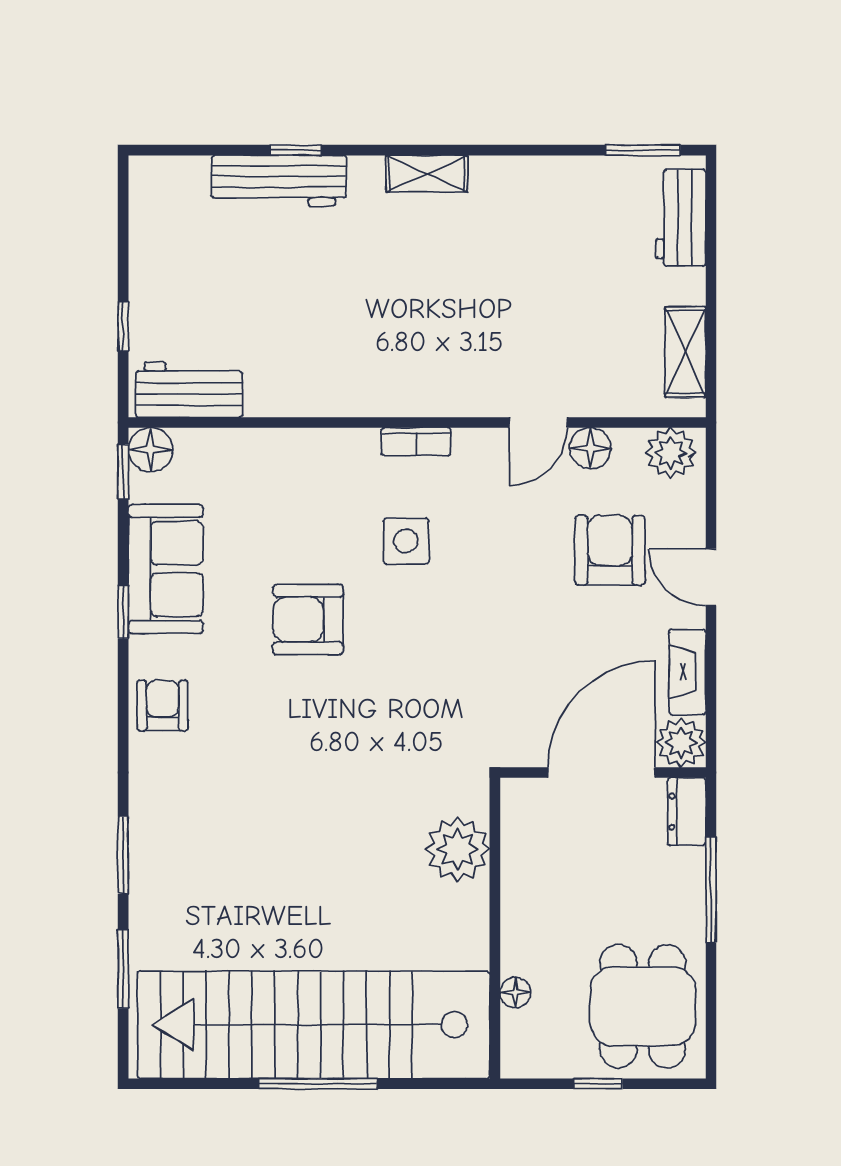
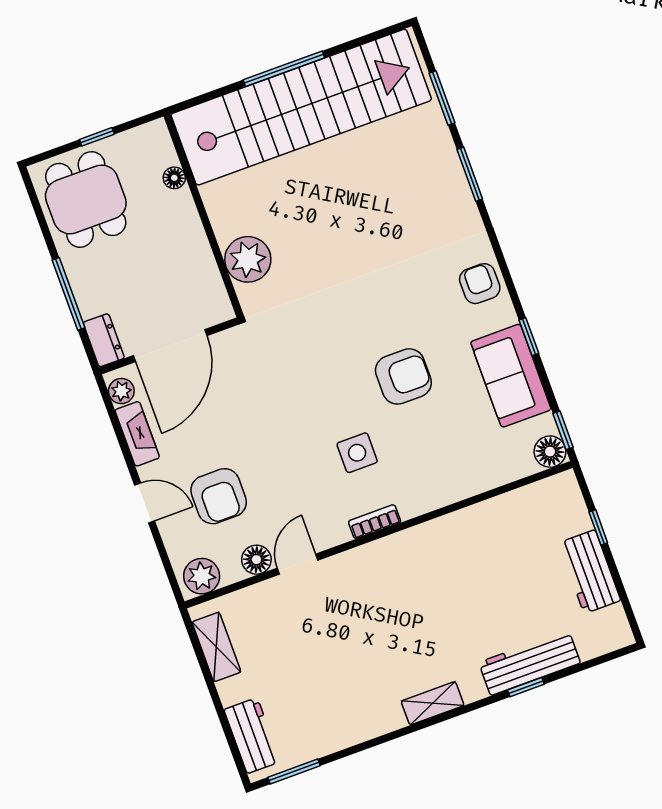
workbench: (189, 390) -> (590, 572), moved, turned 90
armchair: (163, 706) -> (480, 284), turned 180
plant: (681, 743) -> (121, 391), width x0.73, depth x0.73

